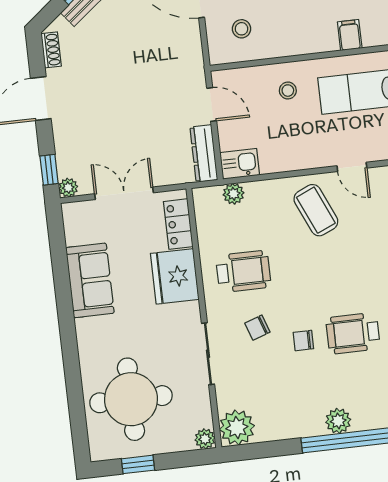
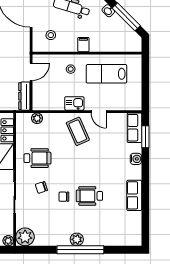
filing cabinet: (350, 35) -> (83, 45), moved
door: (212, 105) -> (31, 72), hinge flipped
kitchen sink: (240, 164) -> (74, 103), moved

